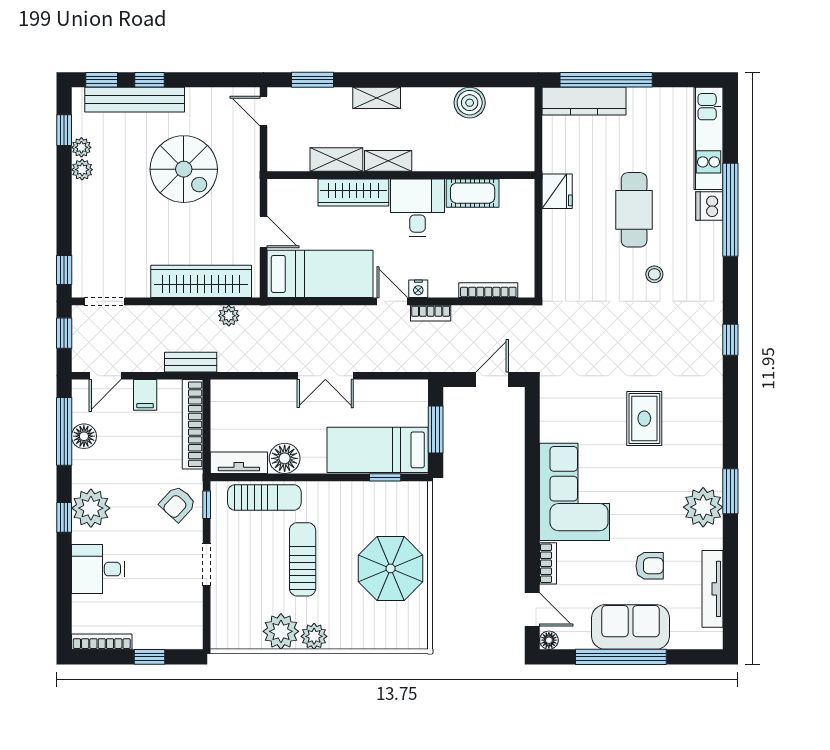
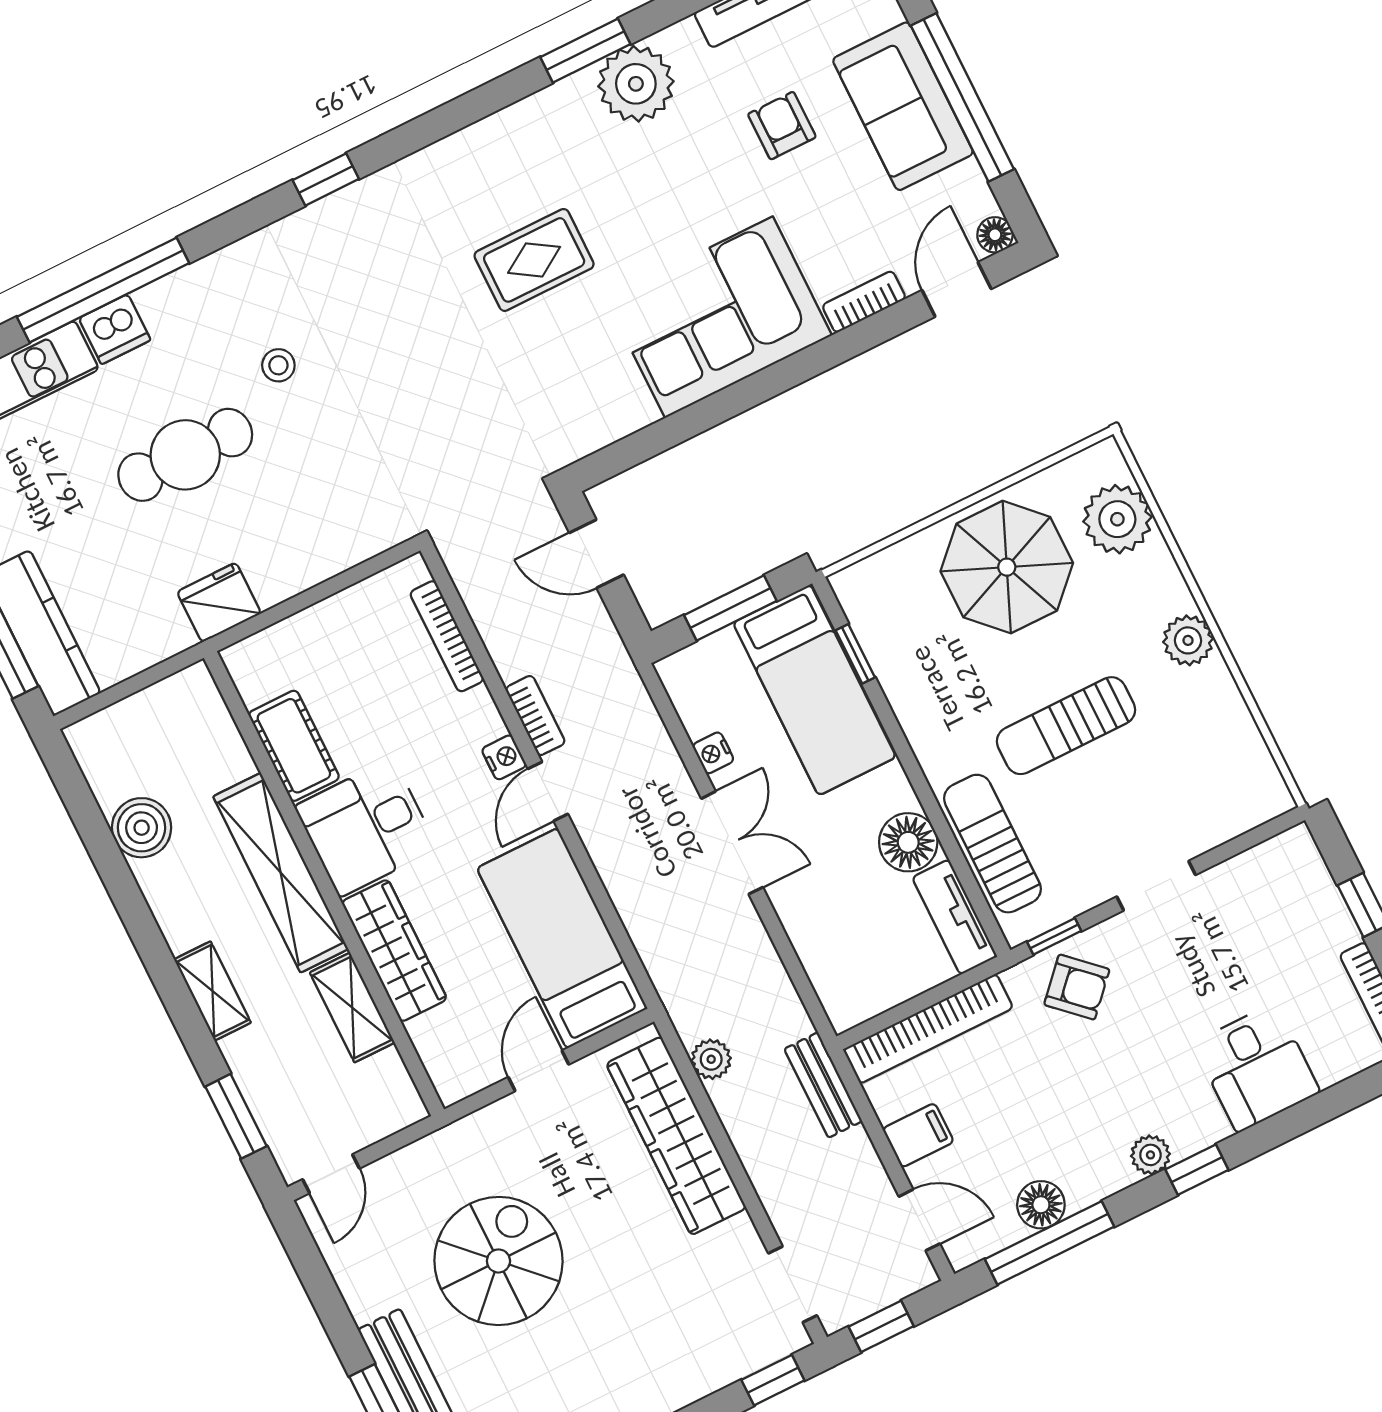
shelving: (388, 161) -> (281, 873), width x2.20, depth x1.33
nightstand: (372, 388) -> (713, 753), added
plant: (91, 508) -> (1150, 1155), width x0.53, depth x0.53
plant: (281, 631) -> (1117, 519), moved

